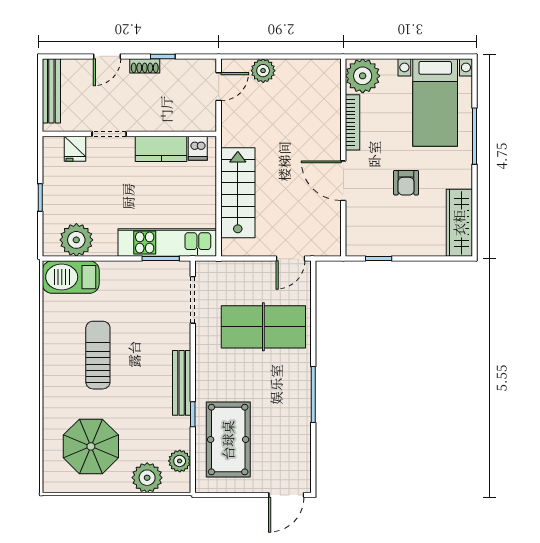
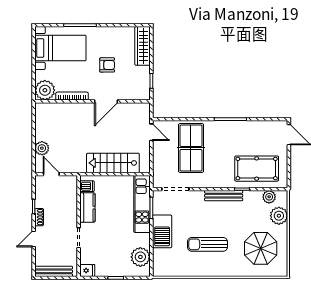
door: (107, 56) -> (34, 239), swing flipped
fridge: (75, 149) -> (87, 271), moved
wardrobe: (459, 223) -> (142, 46), moved, turned 90
barbecue: (71, 277) -> (162, 231), moved

